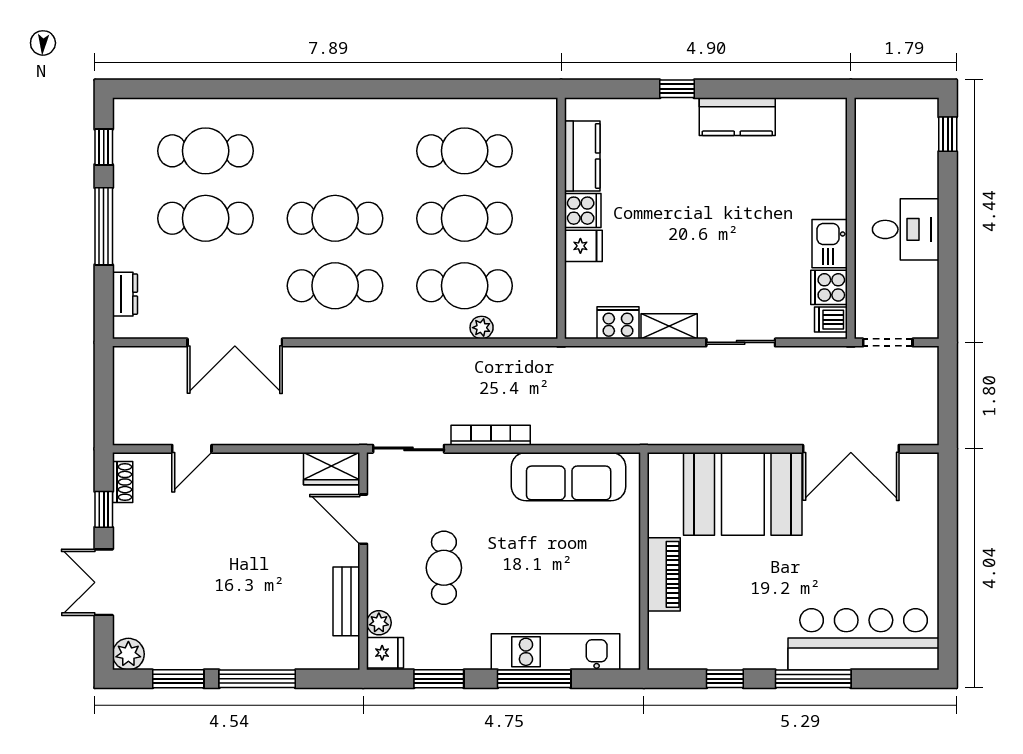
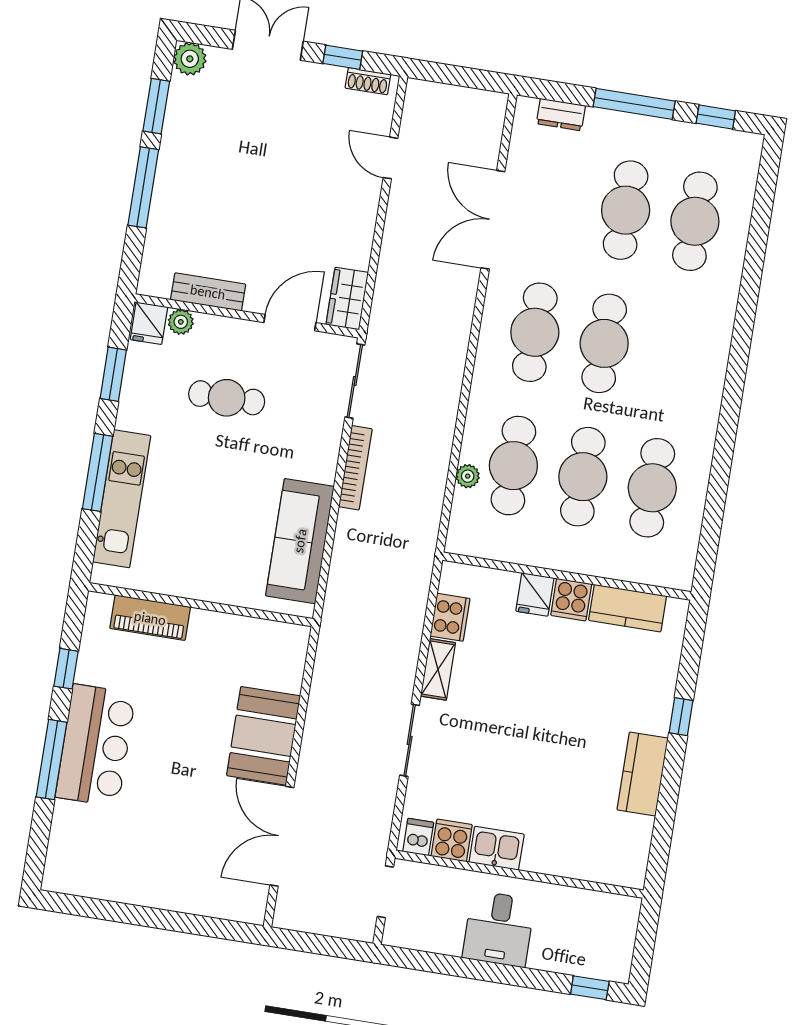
booth: (743, 494) -> (264, 736), width x0.73, depth x0.70
piano: (664, 574) -> (150, 618), moved
bar counter: (864, 639) -> (96, 745), moved, width x0.73

